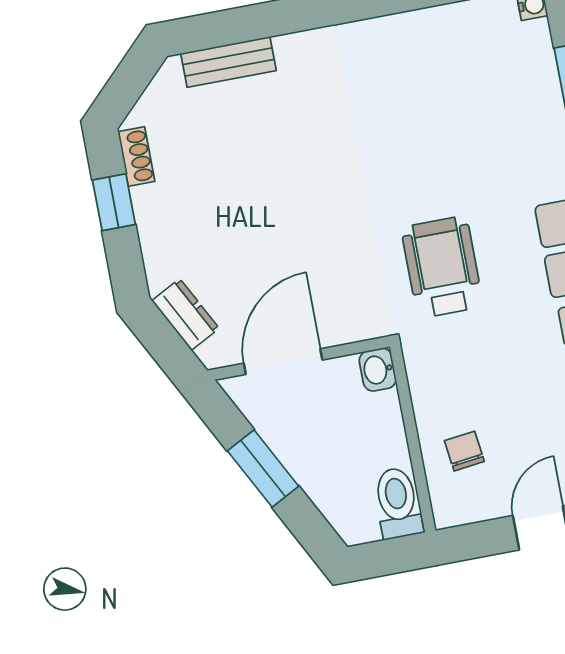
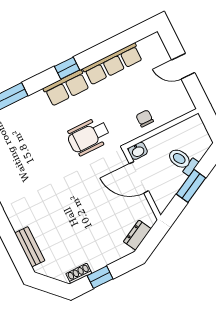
door: (283, 362) -> (139, 177), moved
chair: (464, 451) -> (145, 118), moved, turned 97
toilet: (398, 503) -> (182, 161), moved, turned 62

